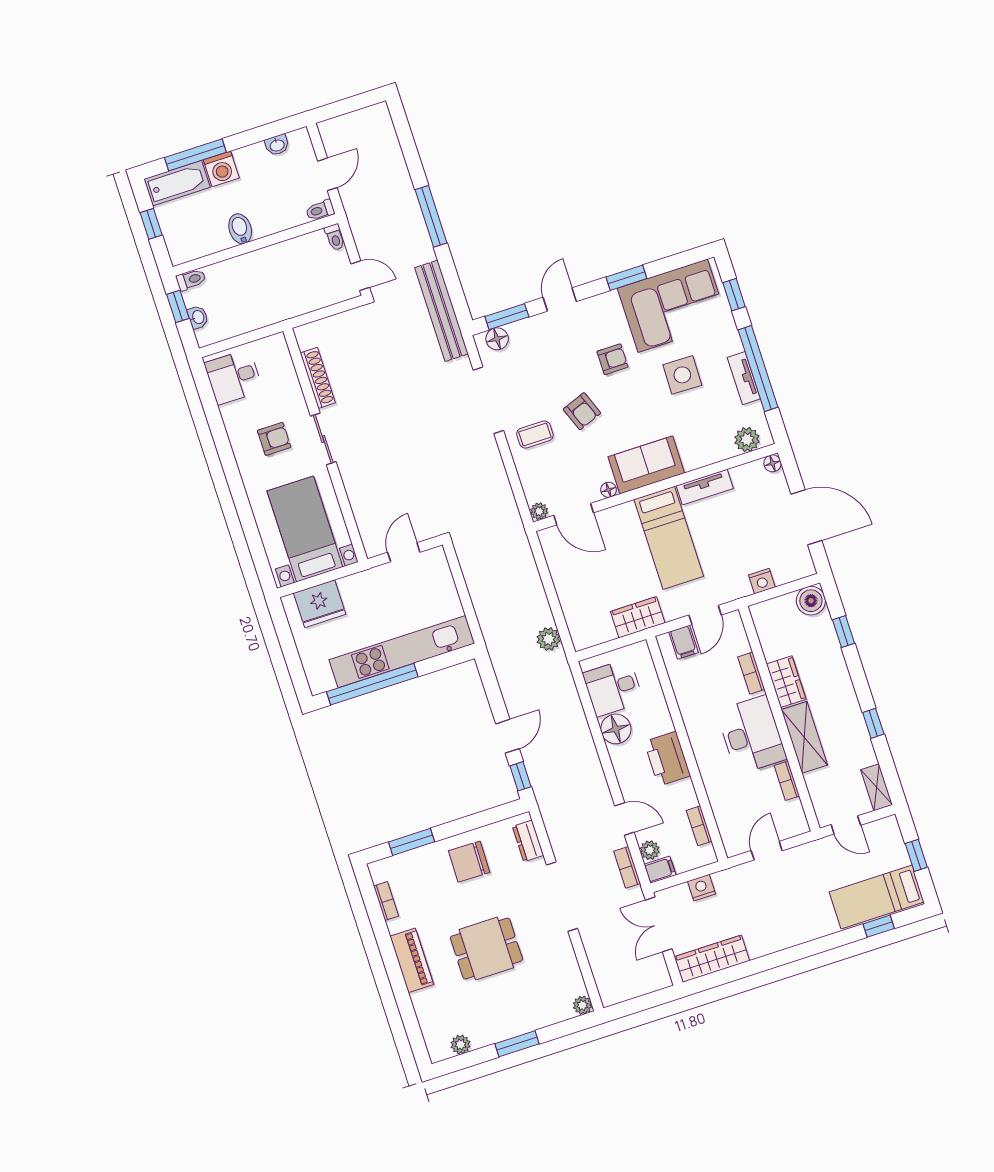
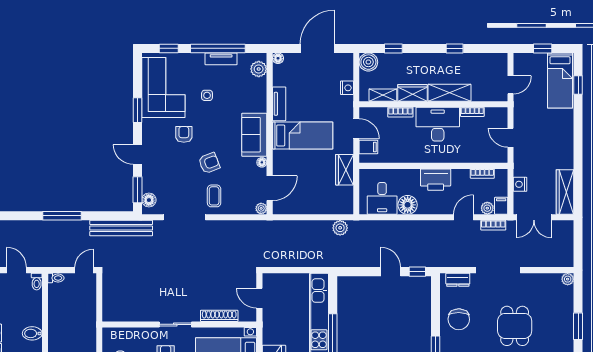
side table: (682, 375) -> (207, 95), width x0.54, depth x0.54
shoe rack: (318, 378) -> (219, 316), moved
shelving: (877, 787) -> (383, 95), moved

